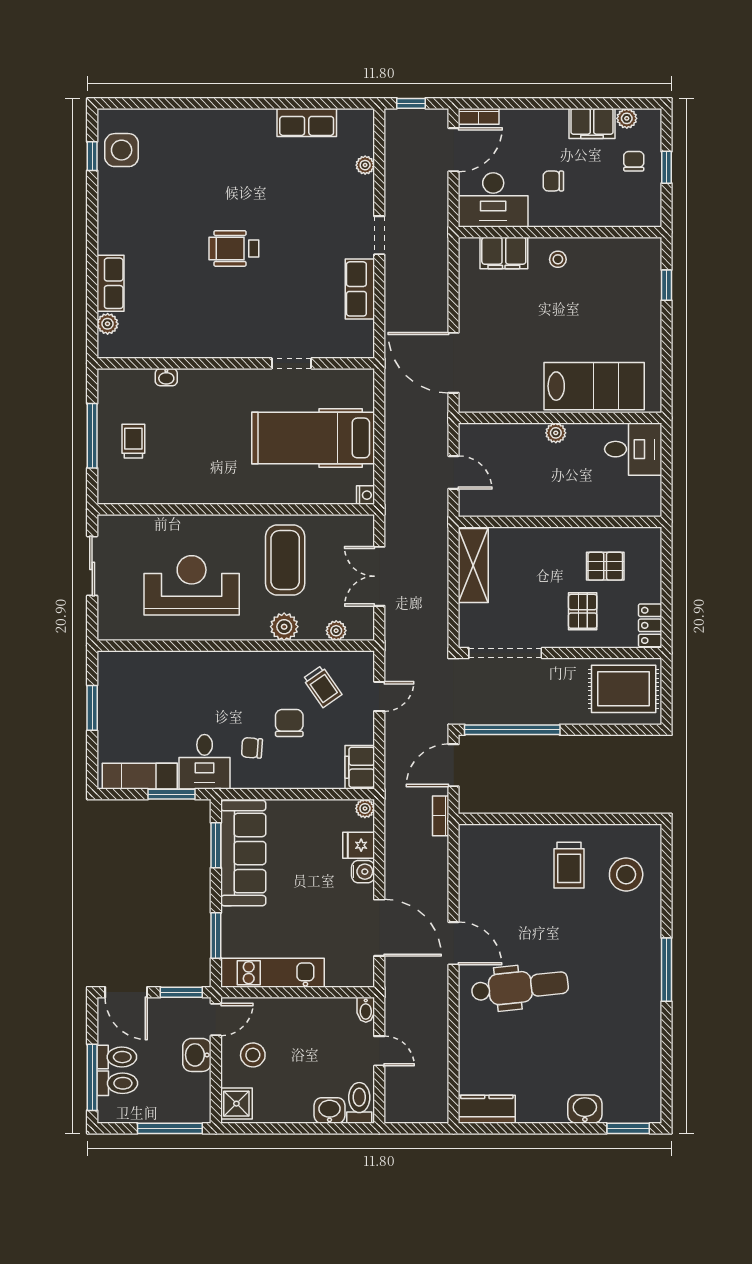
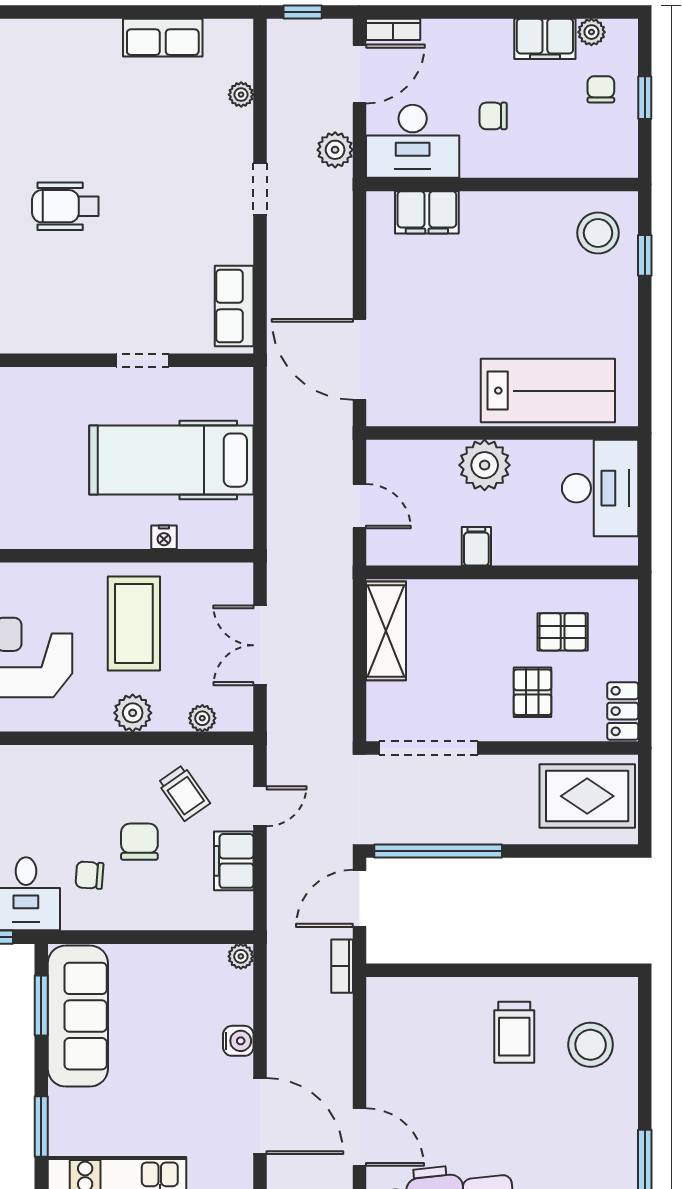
plant: (435, 206) -> (335, 150), added
stool: (558, 259) -> (598, 233), moved, width x1.89, depth x1.89
row of seats: (360, 289) -> (234, 306), moved
plant: (556, 433) -> (485, 465), width x1.87, depth x1.87
desk: (633, 449) -> (600, 488), width x1.37
nightstand: (365, 495) -> (164, 537), moved, turned 90
filing cabinet: (541, 502) -> (476, 546), added
filing cabinet: (360, 767) -> (234, 861), moved
fridge: (359, 845) -> (232, 1005), removed

